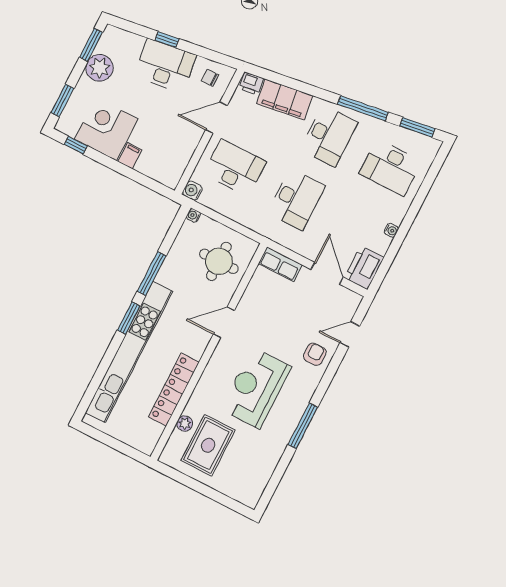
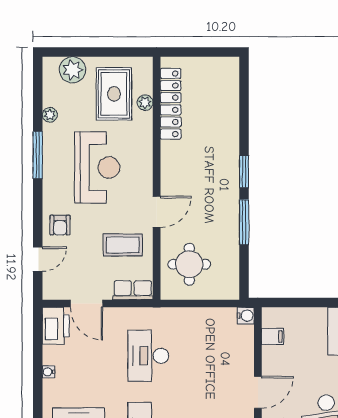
filing cabinet: (130, 156) -> (273, 336), moved, turned -90
desk: (235, 168) -> (218, 356), removed
water cooler: (193, 215) -> (233, 294), removed
coffee table: (269, 308) -> (123, 245), added
kitchen unit: (129, 352) -> (228, 141), removed
locker: (174, 390) -> (171, 104), moved
plant: (274, 456) -> (50, 115), added
plant: (234, 485) -> (72, 70), added

